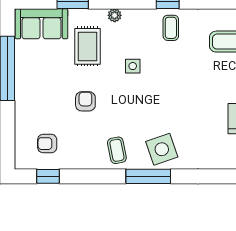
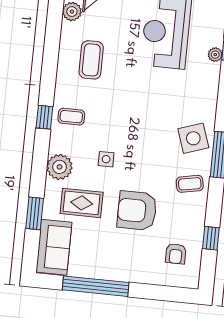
plant: (115, 15) -> (60, 167), width x1.88, depth x1.88
armchair: (85, 101) -> (137, 211), width x1.88, depth x1.88
window: (48, 176) -> (211, 238), moved

